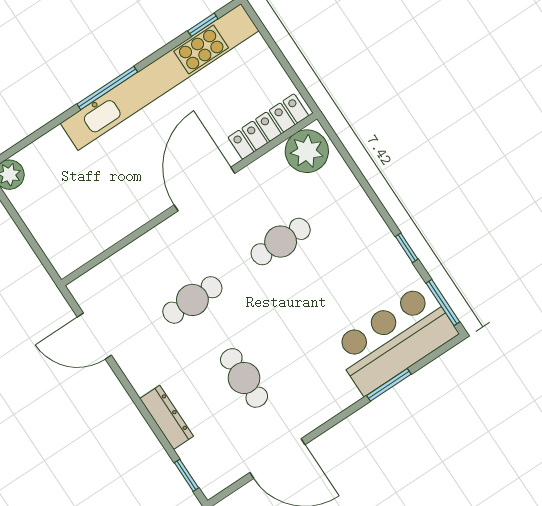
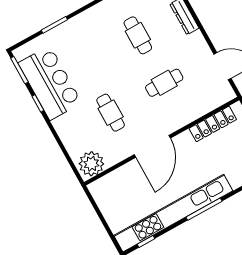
locker: (268, 127) -> (213, 124), moved
cafe table: (281, 242) -> (111, 113), turned 90
bar counter: (394, 339) -> (50, 83), moved, turned -90

